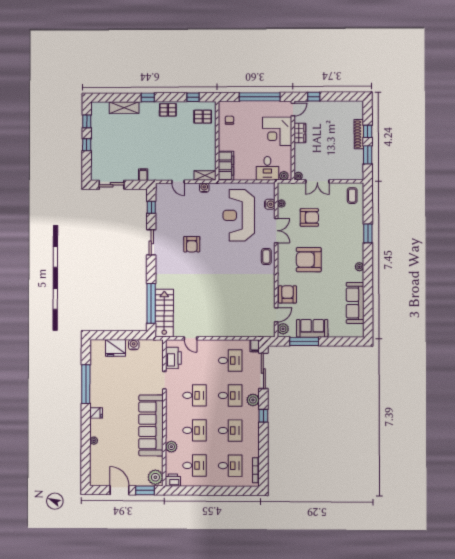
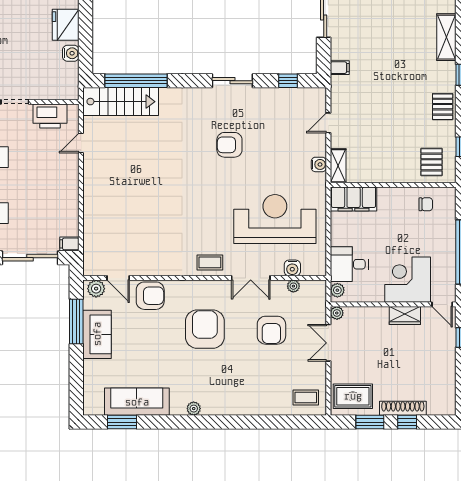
rug: (351, 166) -> (353, 396), added
window: (368, 233) -> (122, 422), moved
desk: (230, 360) -> (46, 205), removed

